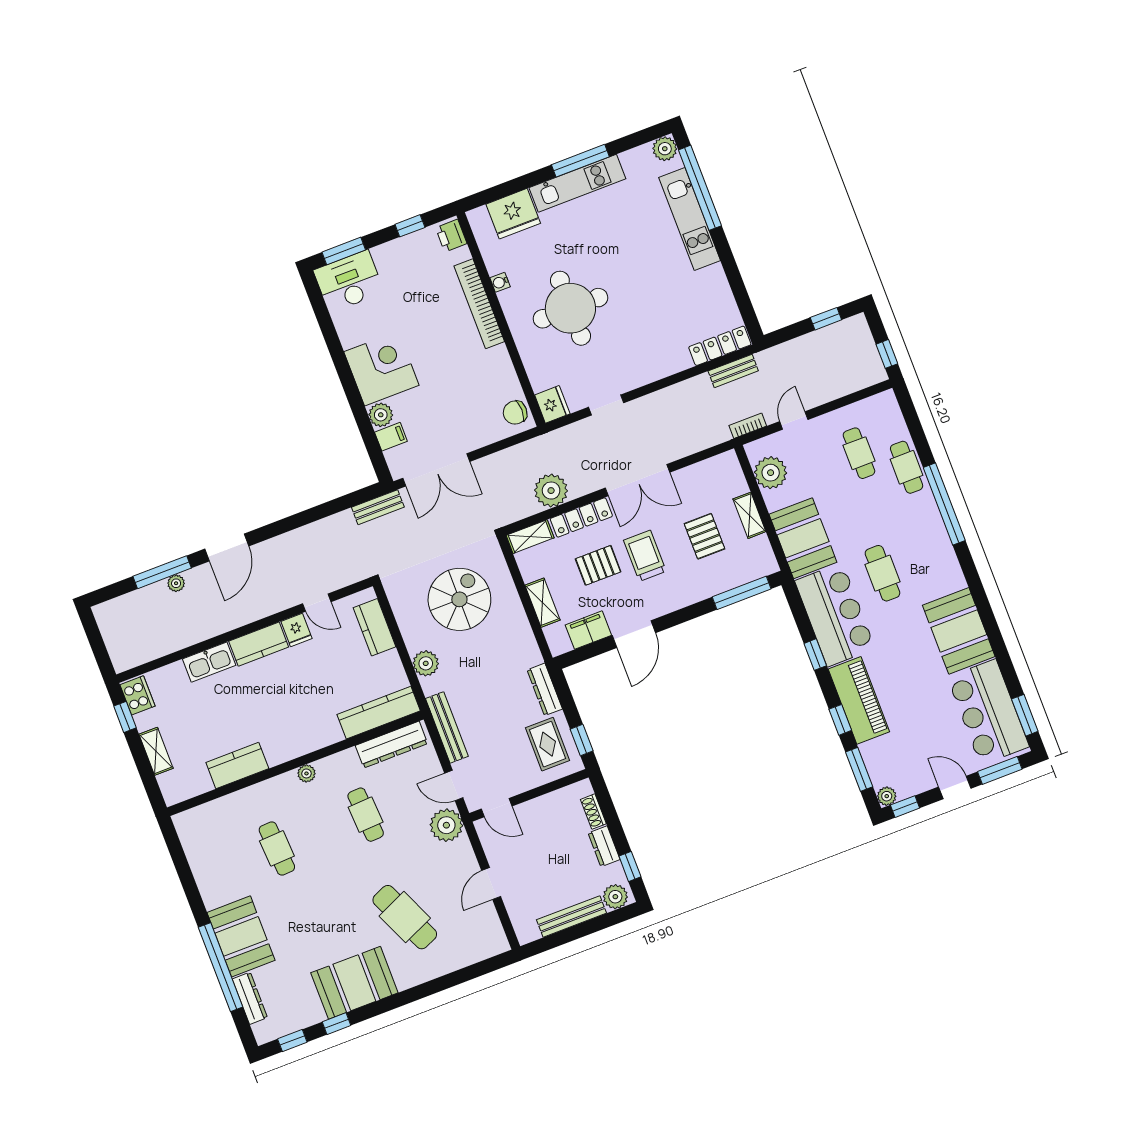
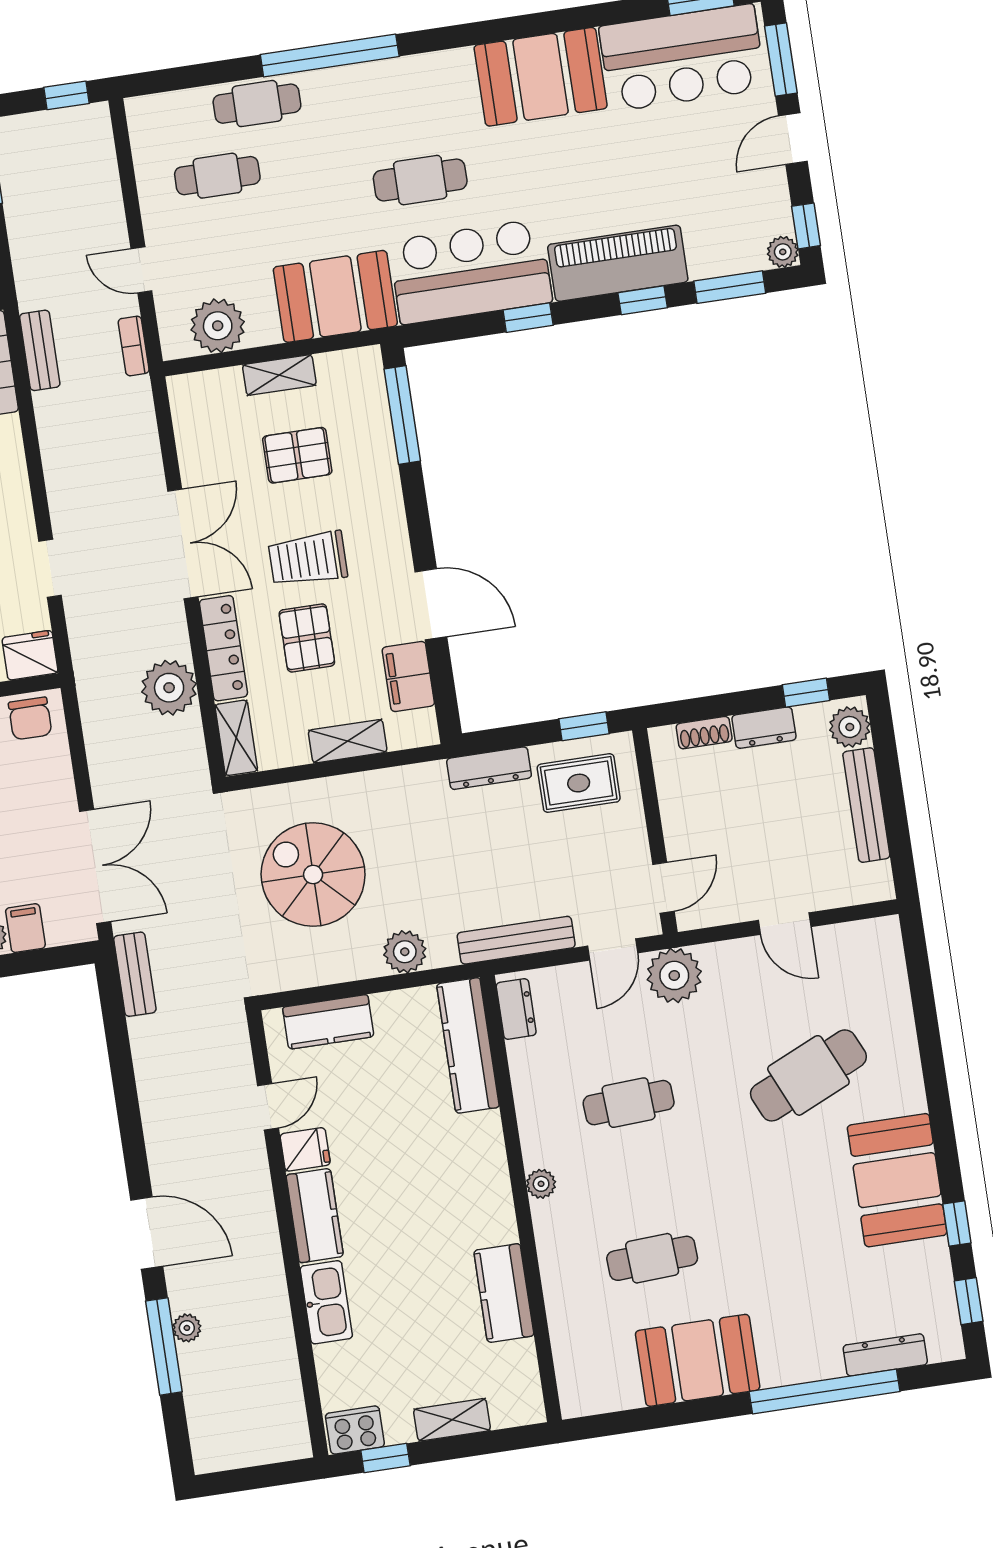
dresser: (392, 745) -> (516, 1009), width x0.51, depth x0.80
booth: (241, 936) -> (698, 1360), moved

